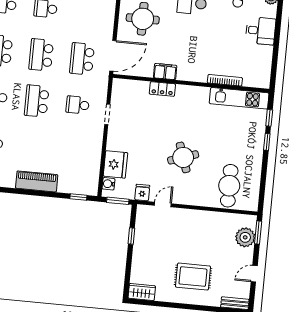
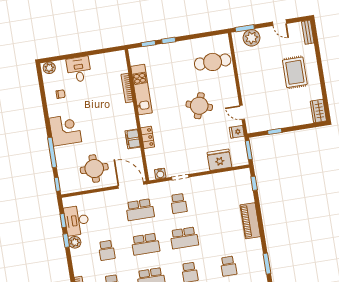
kitchen unit: (239, 98) -> (142, 90), moved
round table: (183, 157) -> (199, 106), turned 37
water cooler: (108, 184) -> (160, 174), moved

